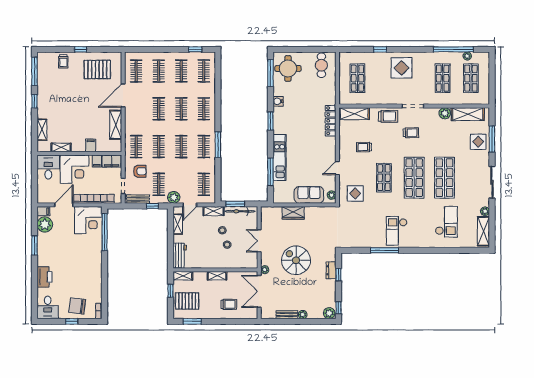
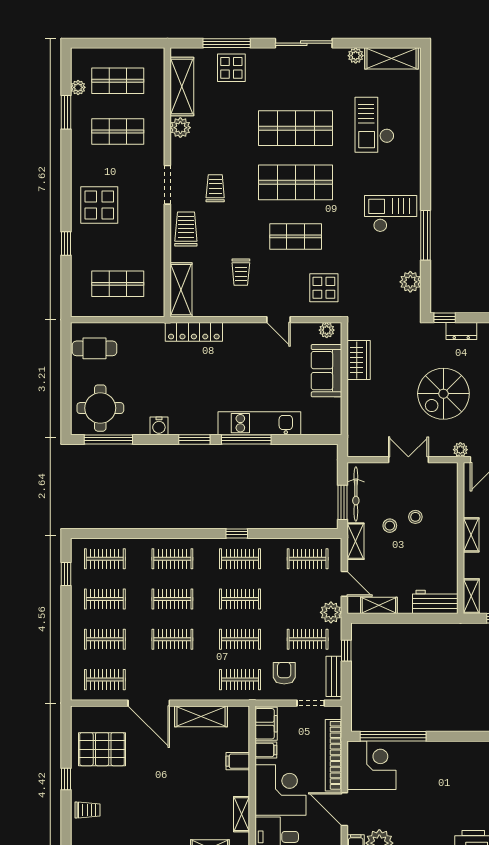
window: (453, 49) -> (66, 112), width x0.47
pallet: (97, 69) -> (102, 749), turned 90
window: (218, 145) -> (237, 533), width x0.46
window: (270, 172) -> (246, 439), moved
wardrobe: (293, 213) -> (359, 360), moved
checkout: (446, 222) -> (374, 125), turned -90
checkout: (397, 231) -> (391, 214), turned 180
double door: (259, 241) -> (408, 460), swing flipped
plant: (359, 242) -> (410, 282), added
window: (338, 275) -> (445, 318), moved

